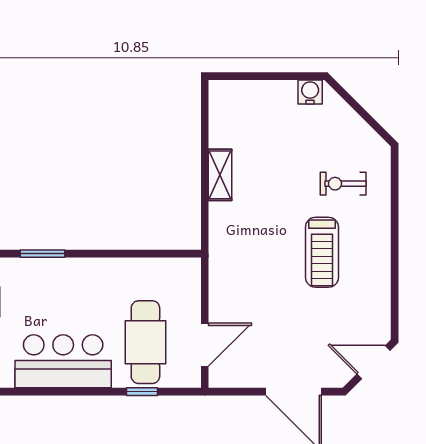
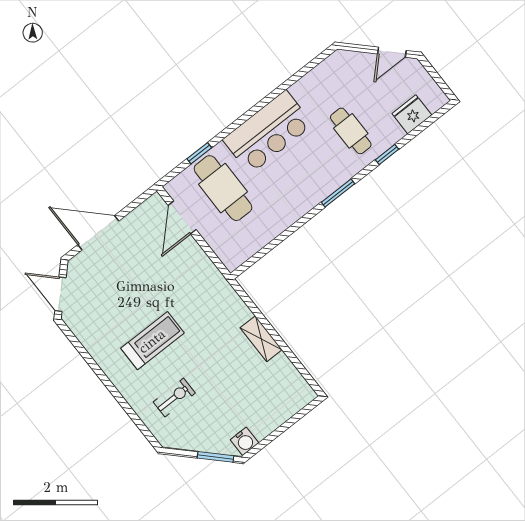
window: (348, 99) -> (215, 457), added
treadmill: (322, 252) -> (152, 341), turned 90
door: (374, 362) -> (60, 294), swing flipped

